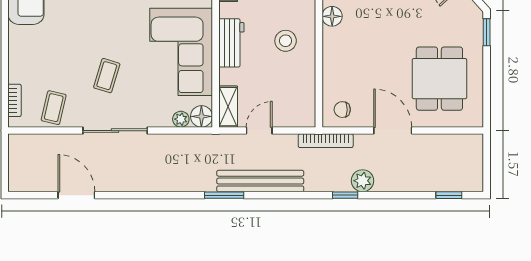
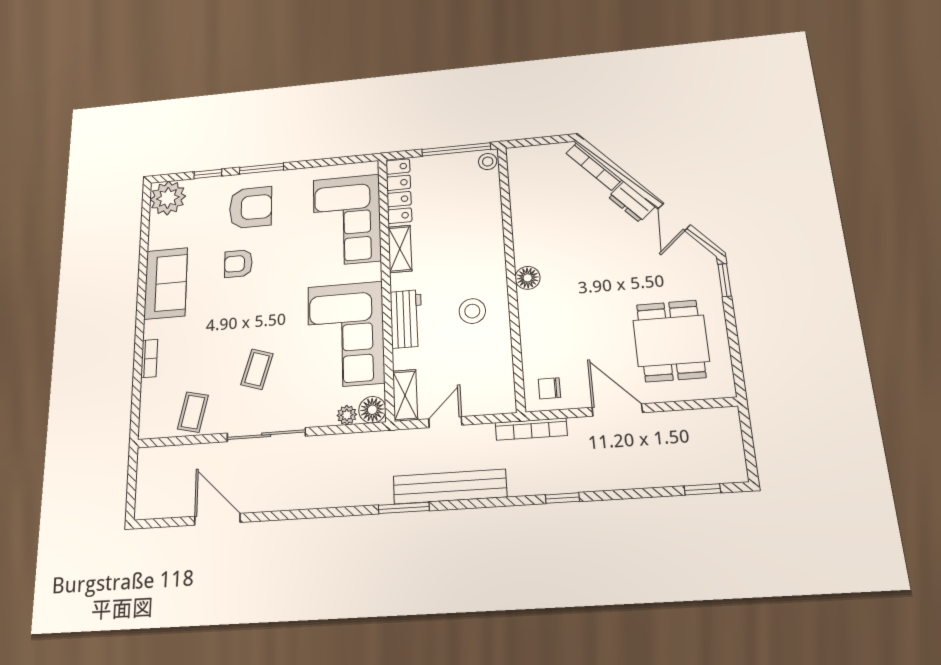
bookcase: (15, 100) -> (149, 358), moved
plant: (363, 181) -> (584, 478), removed

